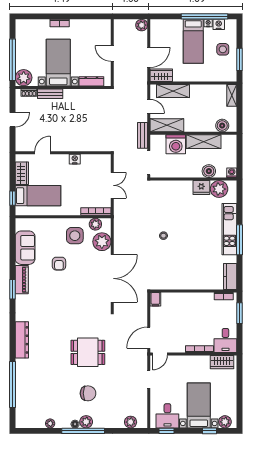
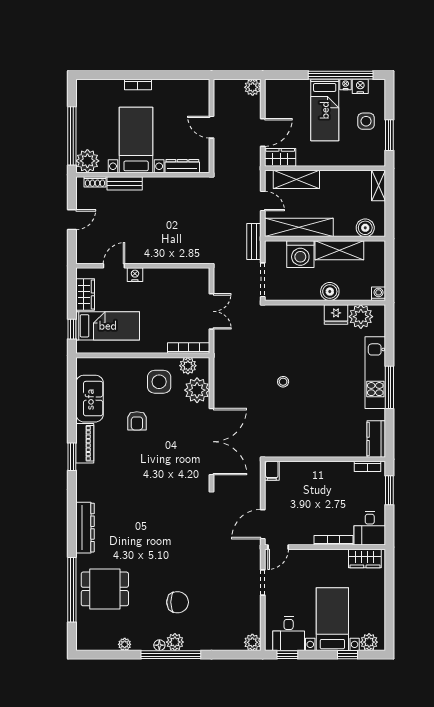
shelving: (167, 125) -> (299, 227), width x1.47
nightstand: (75, 159) -> (135, 275), moved
boiler: (209, 171) -> (330, 292), moved
dining table: (88, 352) -> (105, 589), moved
plant: (131, 422) -> (252, 642), moved

